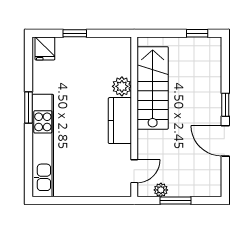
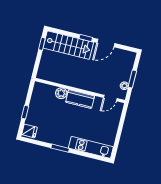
stairs: (153, 88) -> (68, 45), moved, turned 180
kitchen unit: (43, 145) -> (91, 147), width x0.73
door: (134, 171) -> (110, 98), swing flipped

